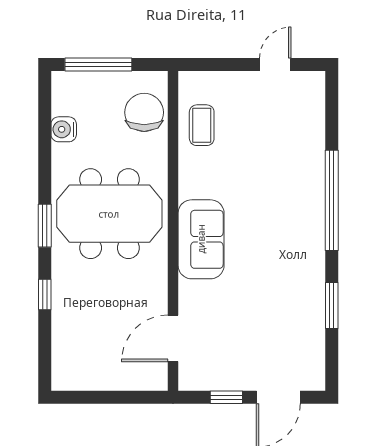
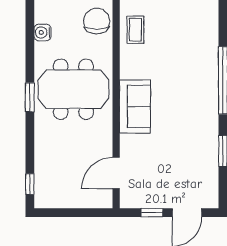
window: (45, 295) -> (30, 184), moved

